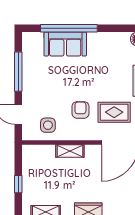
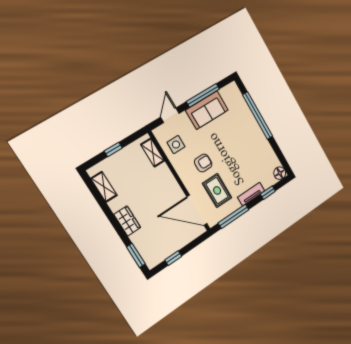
sofa: (65, 44) -> (207, 110), moved, turned -90
shelving: (70, 151) -> (153, 153), moved

